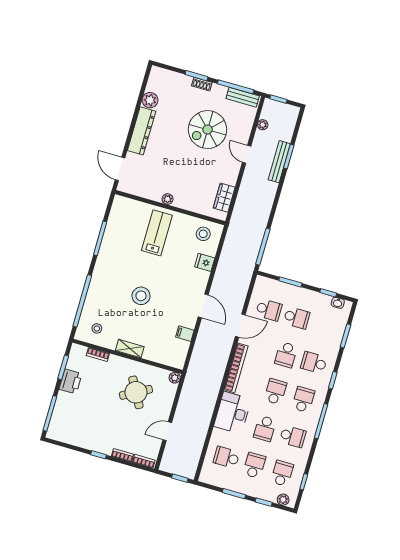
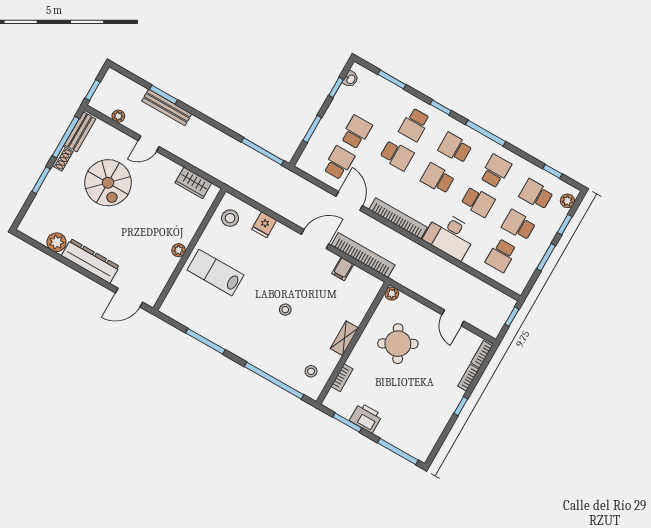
shoe rack: (202, 84) -> (63, 159), moved
stool: (141, 296) -> (285, 310), width x0.53, depth x0.53
bookcase: (200, 347) -> (363, 255), added

